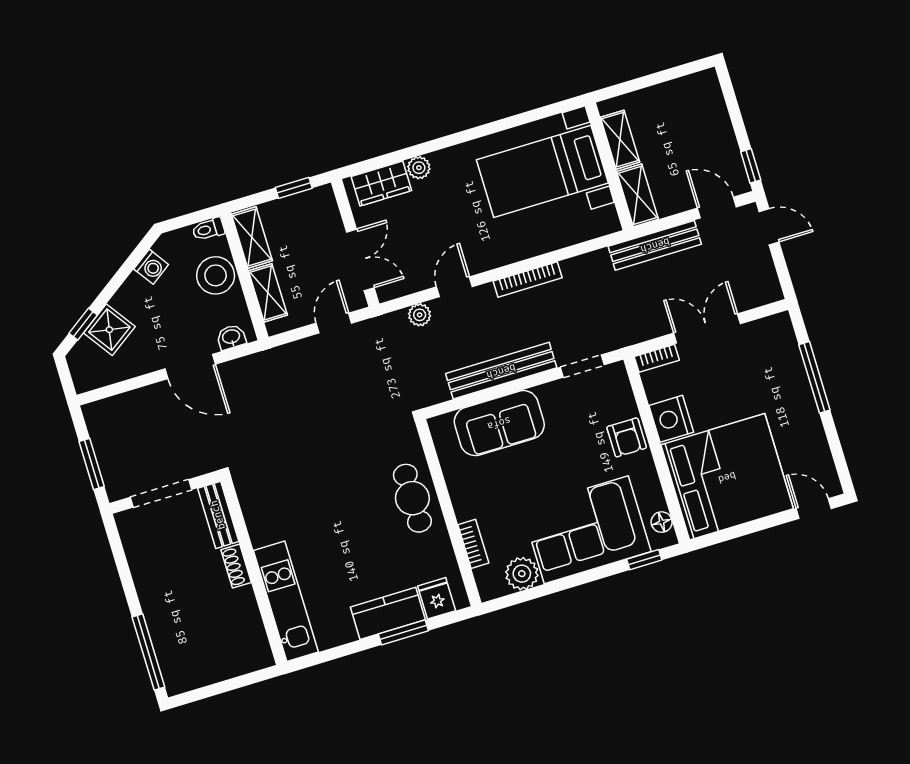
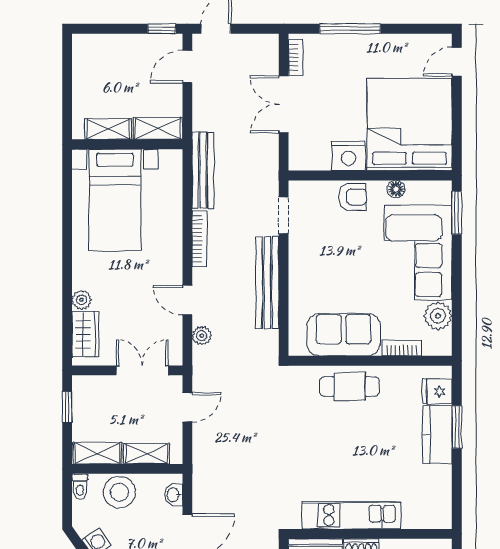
bench: (655, 245) -> (203, 170), moved
door: (334, 323) -> (187, 407), swing flipped
bookcase: (657, 358) -> (296, 57), moved
sofa: (499, 423) -> (344, 335), moved, turned -90
floor lamp: (662, 522) -> (396, 189), moved
window: (644, 560) -> (457, 213), width x1.50
kitchen unit: (286, 601) -> (352, 515), moved

